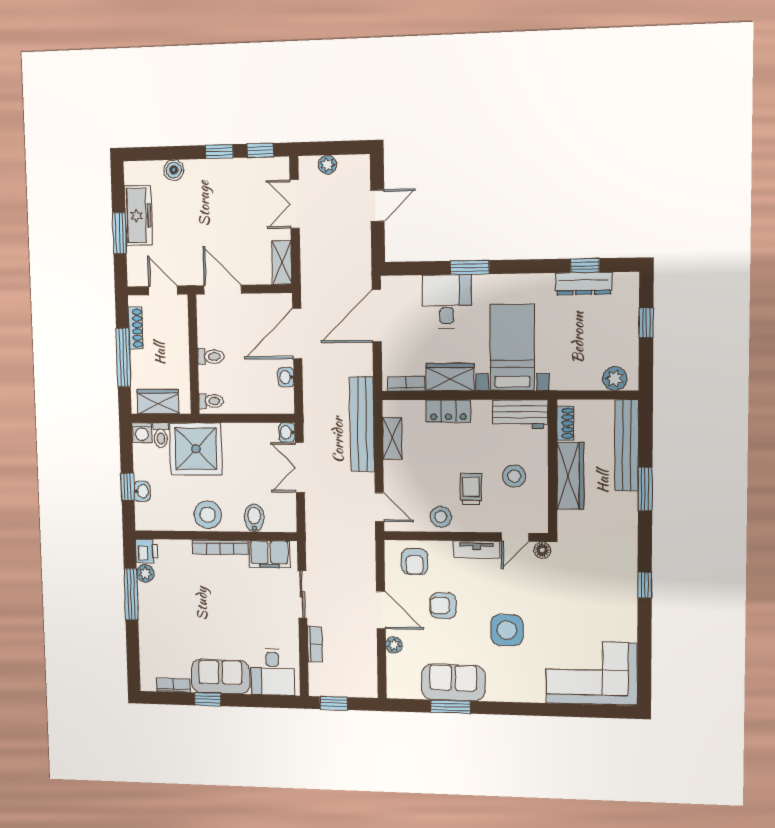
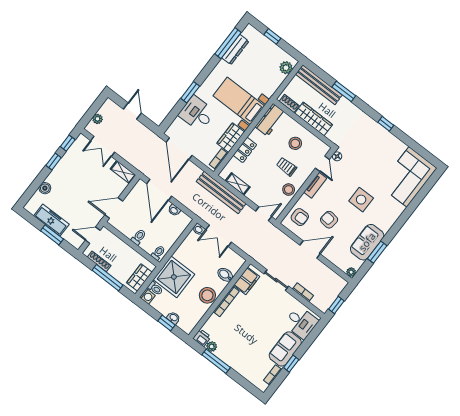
window: (585, 265) -> (228, 43), width x2.17
armchair: (443, 606) -> (329, 220), turned 97
plant: (394, 645) -> (351, 272), moved

